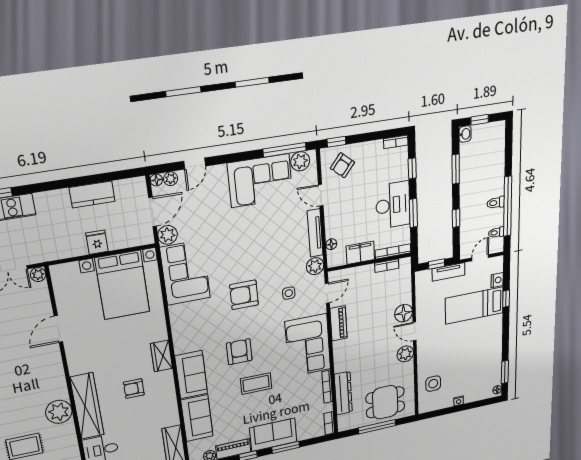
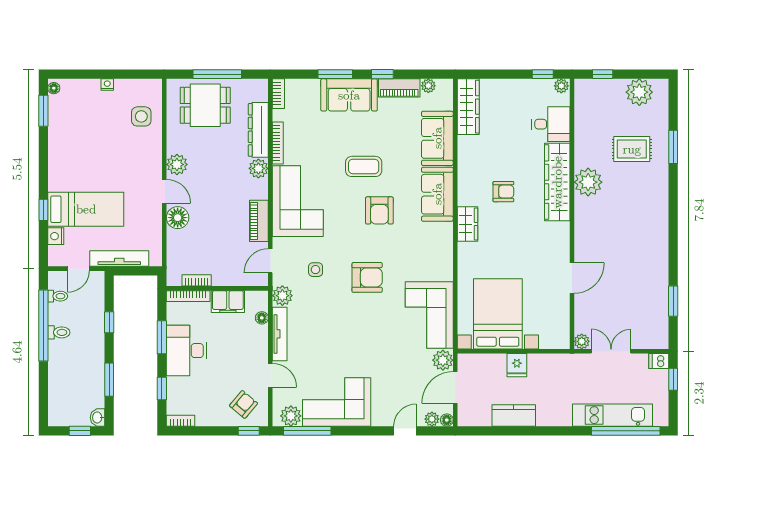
window: (437, 264) -> (134, 271), removed
tv unit: (449, 272) -> (119, 259), width x1.41
plant: (341, 364) -> (258, 168), added

